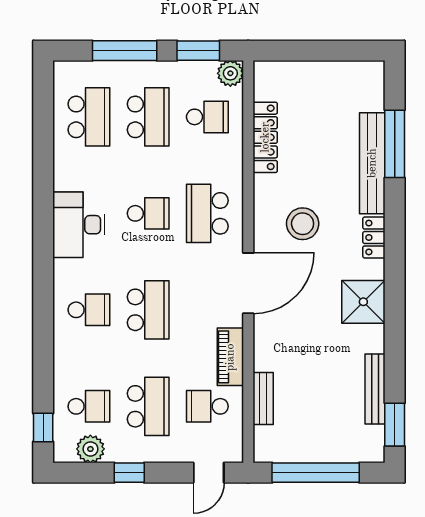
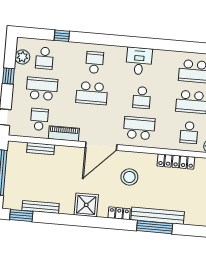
window: (395, 144) -> (155, 227), moved
desk: (79, 225) -> (139, 61), width x0.73
door: (248, 283) -> (101, 146), hinge flipped
school desk: (89, 310) -> (94, 62), turned 180
school desk: (148, 406) -> (42, 89), turned 180
window: (43, 427) -> (62, 36), moved

